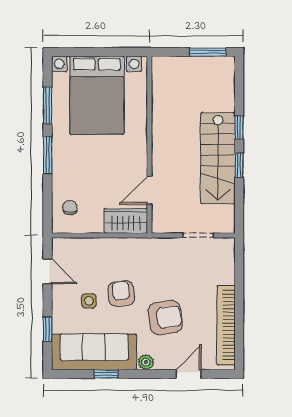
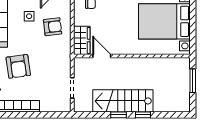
window: (208, 52) -> (193, 81), moved
armchair: (121, 294) -> (53, 27), moved

